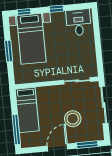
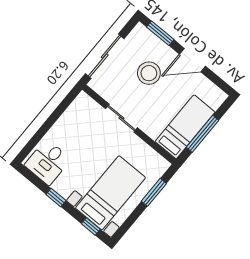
window: (9, 51) -> (154, 192), moved
sliding door: (77, 81) -> (121, 118), moved
window: (16, 129) -> (202, 134), moved

